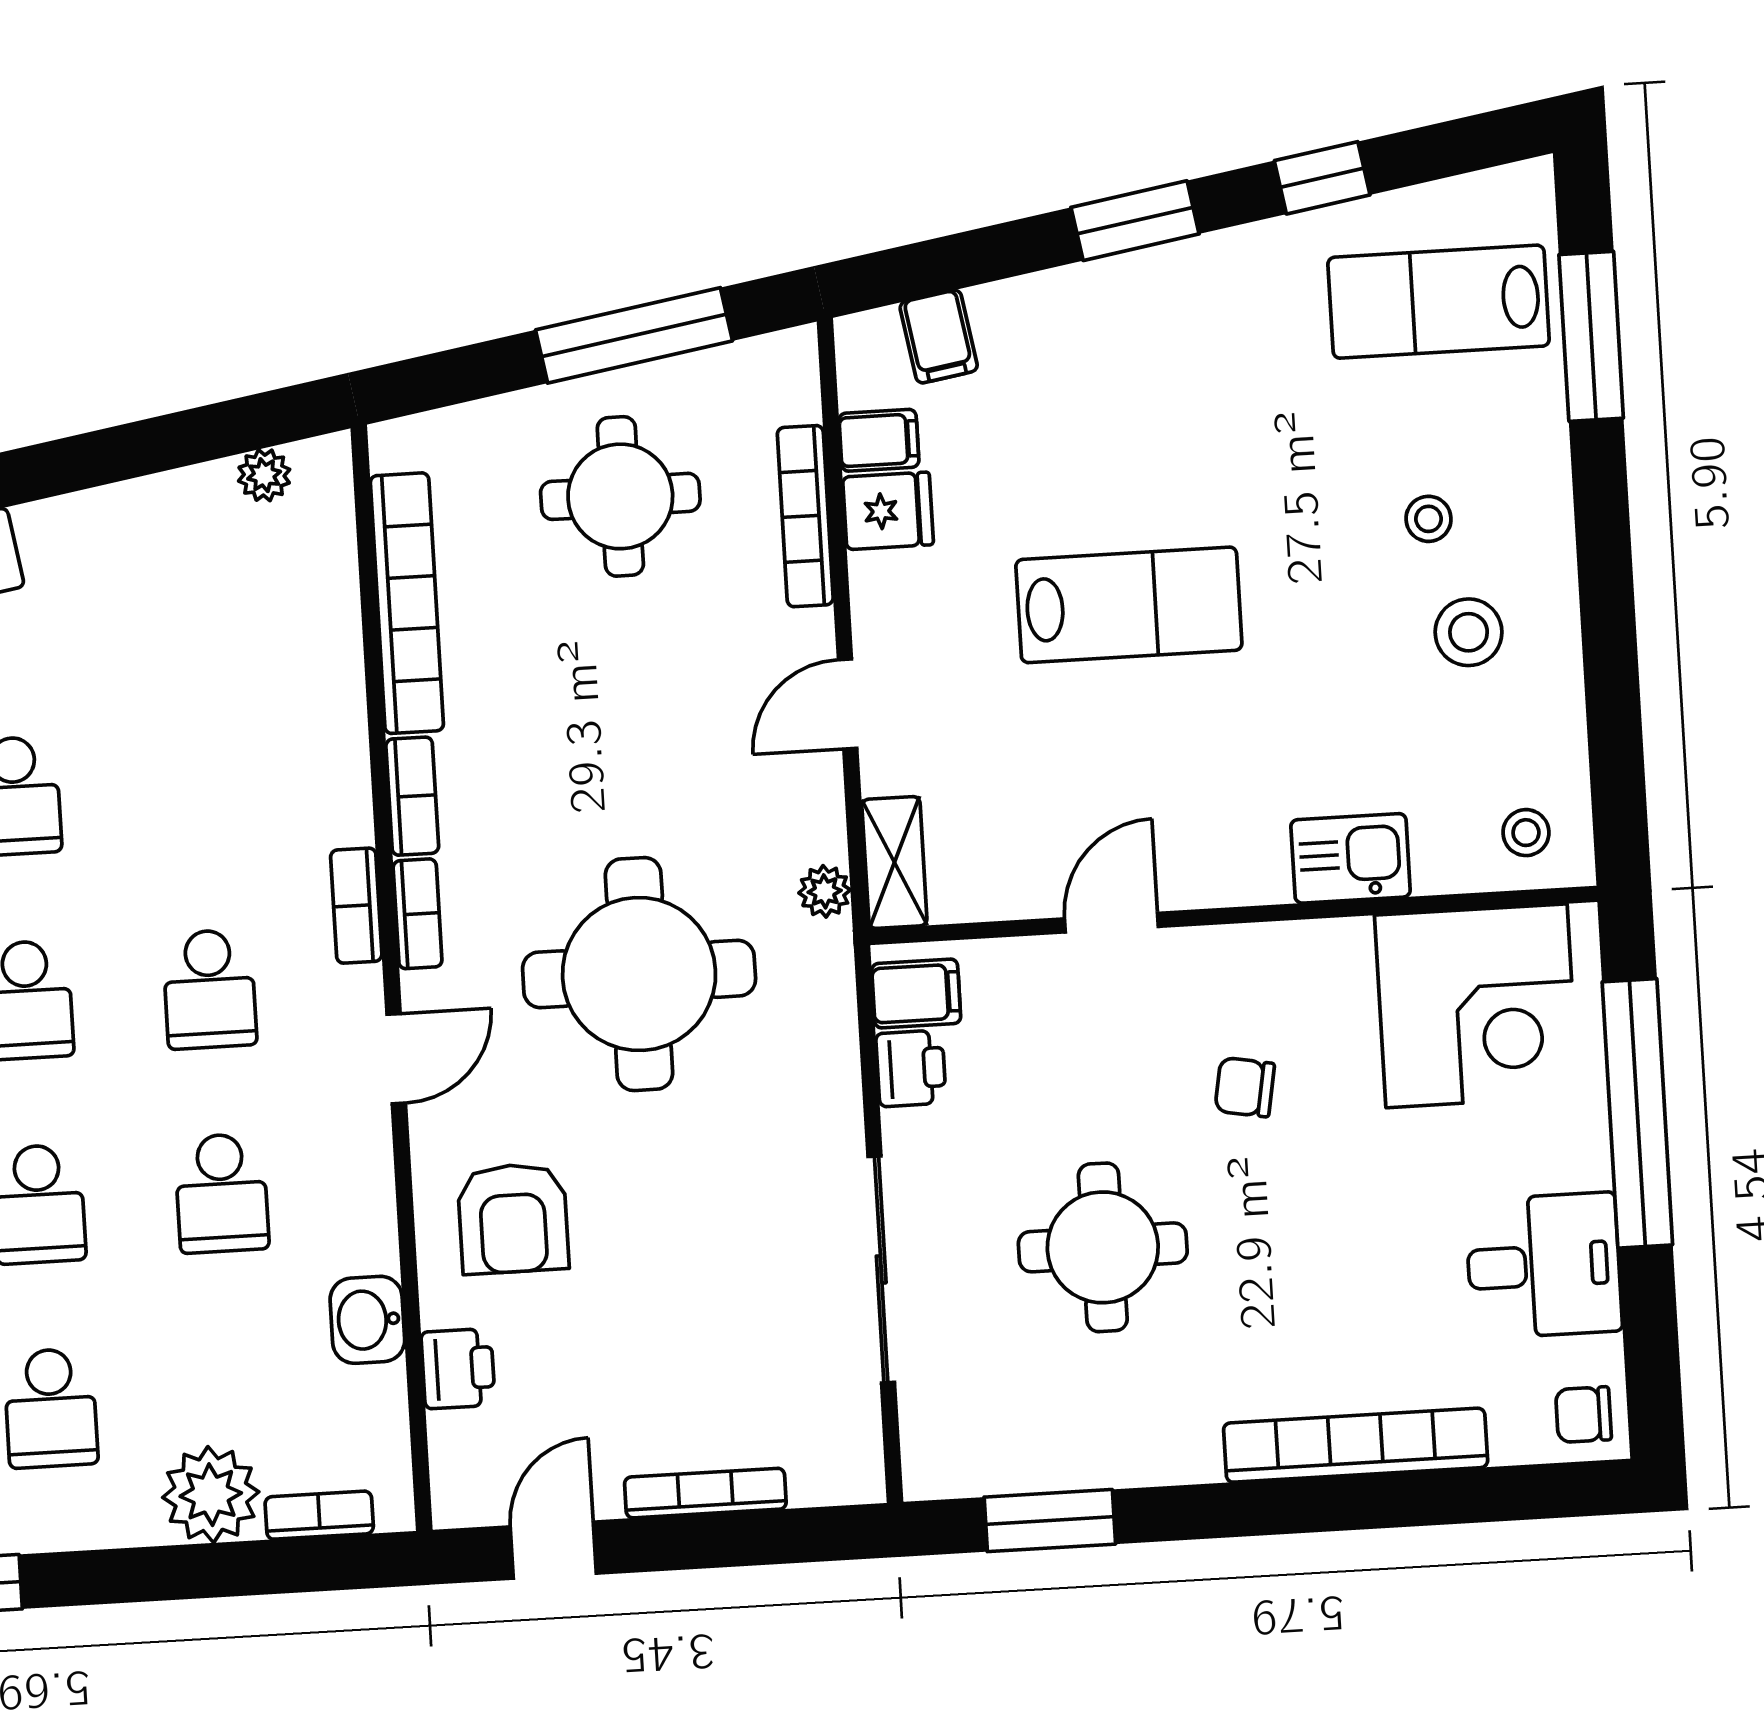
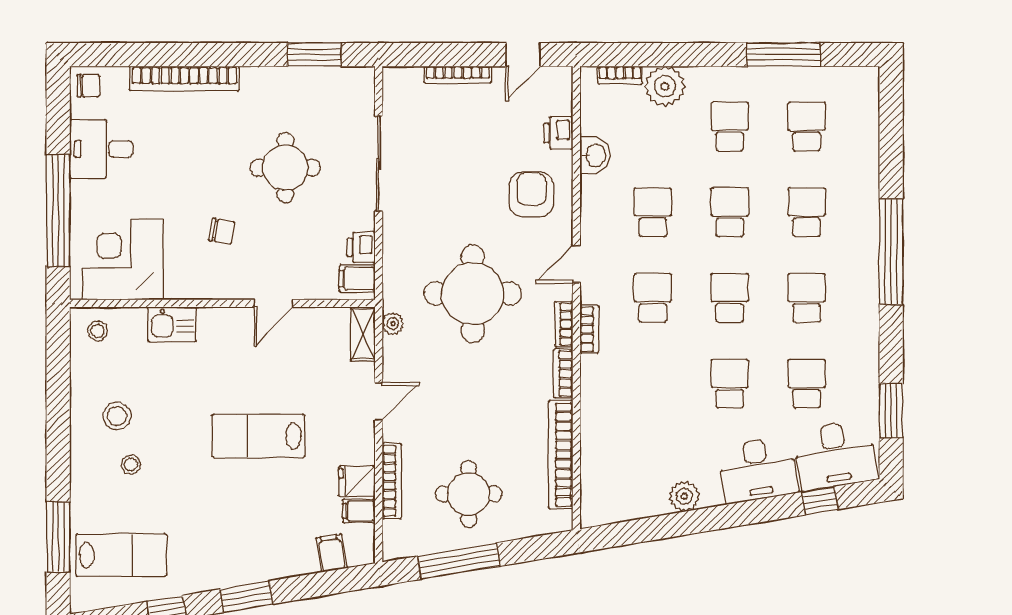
plant: (264, 475) -> (684, 496), moved, width x1.38, depth x1.38

